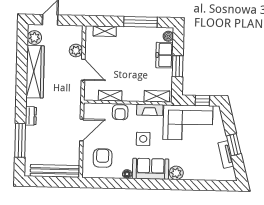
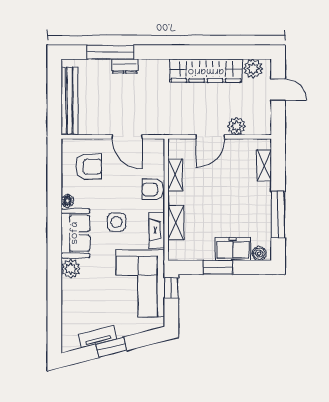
shelving: (157, 96) -> (176, 223), moved
window: (202, 101) -> (171, 288), moved
dresser: (31, 116) -> (125, 66), moved

